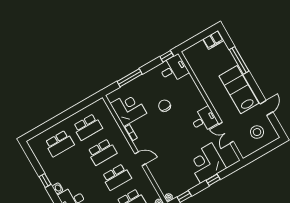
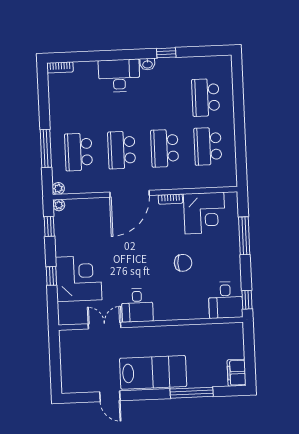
stool: (257, 132) -> (84, 367), removed
door: (140, 159) -> (129, 194), width x1.87

